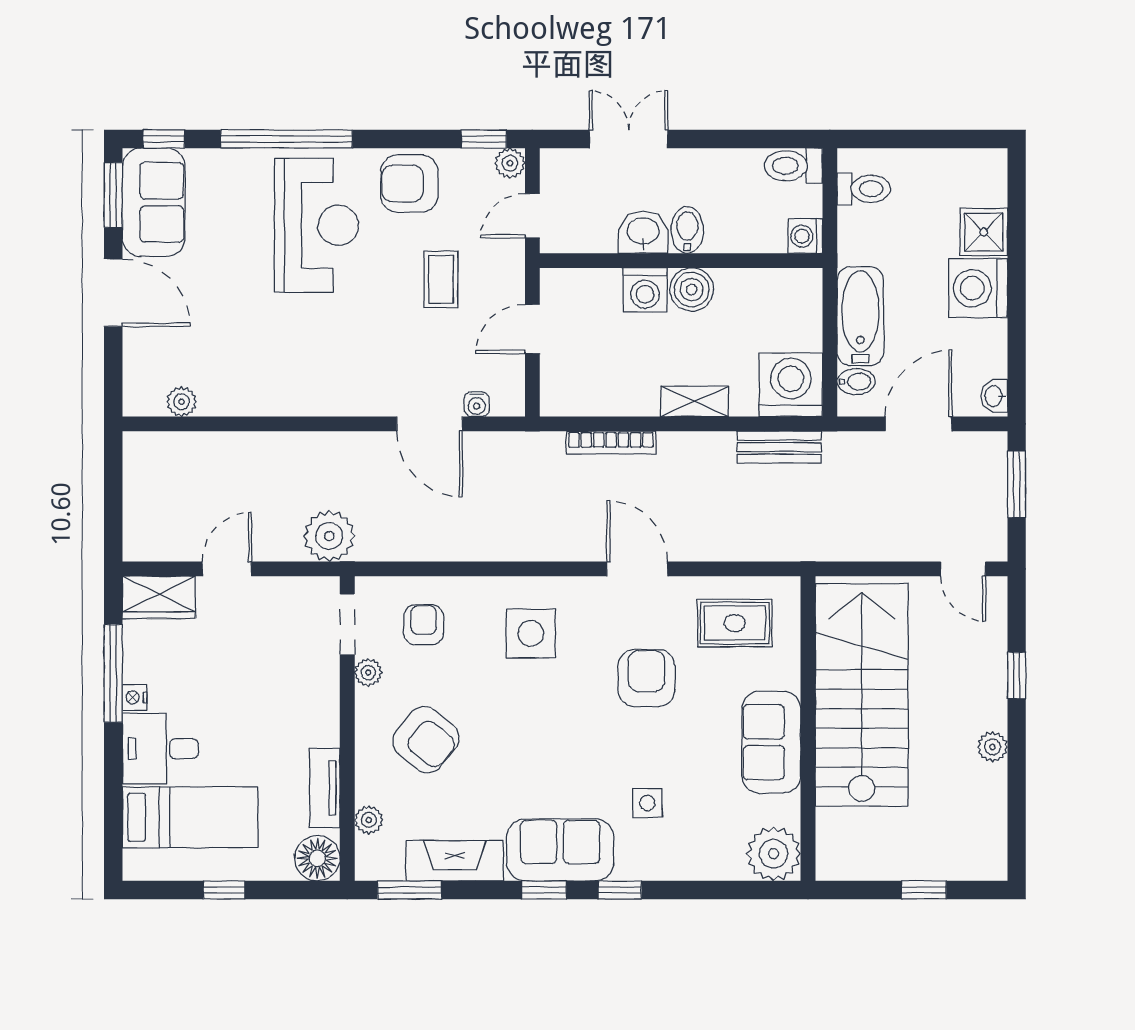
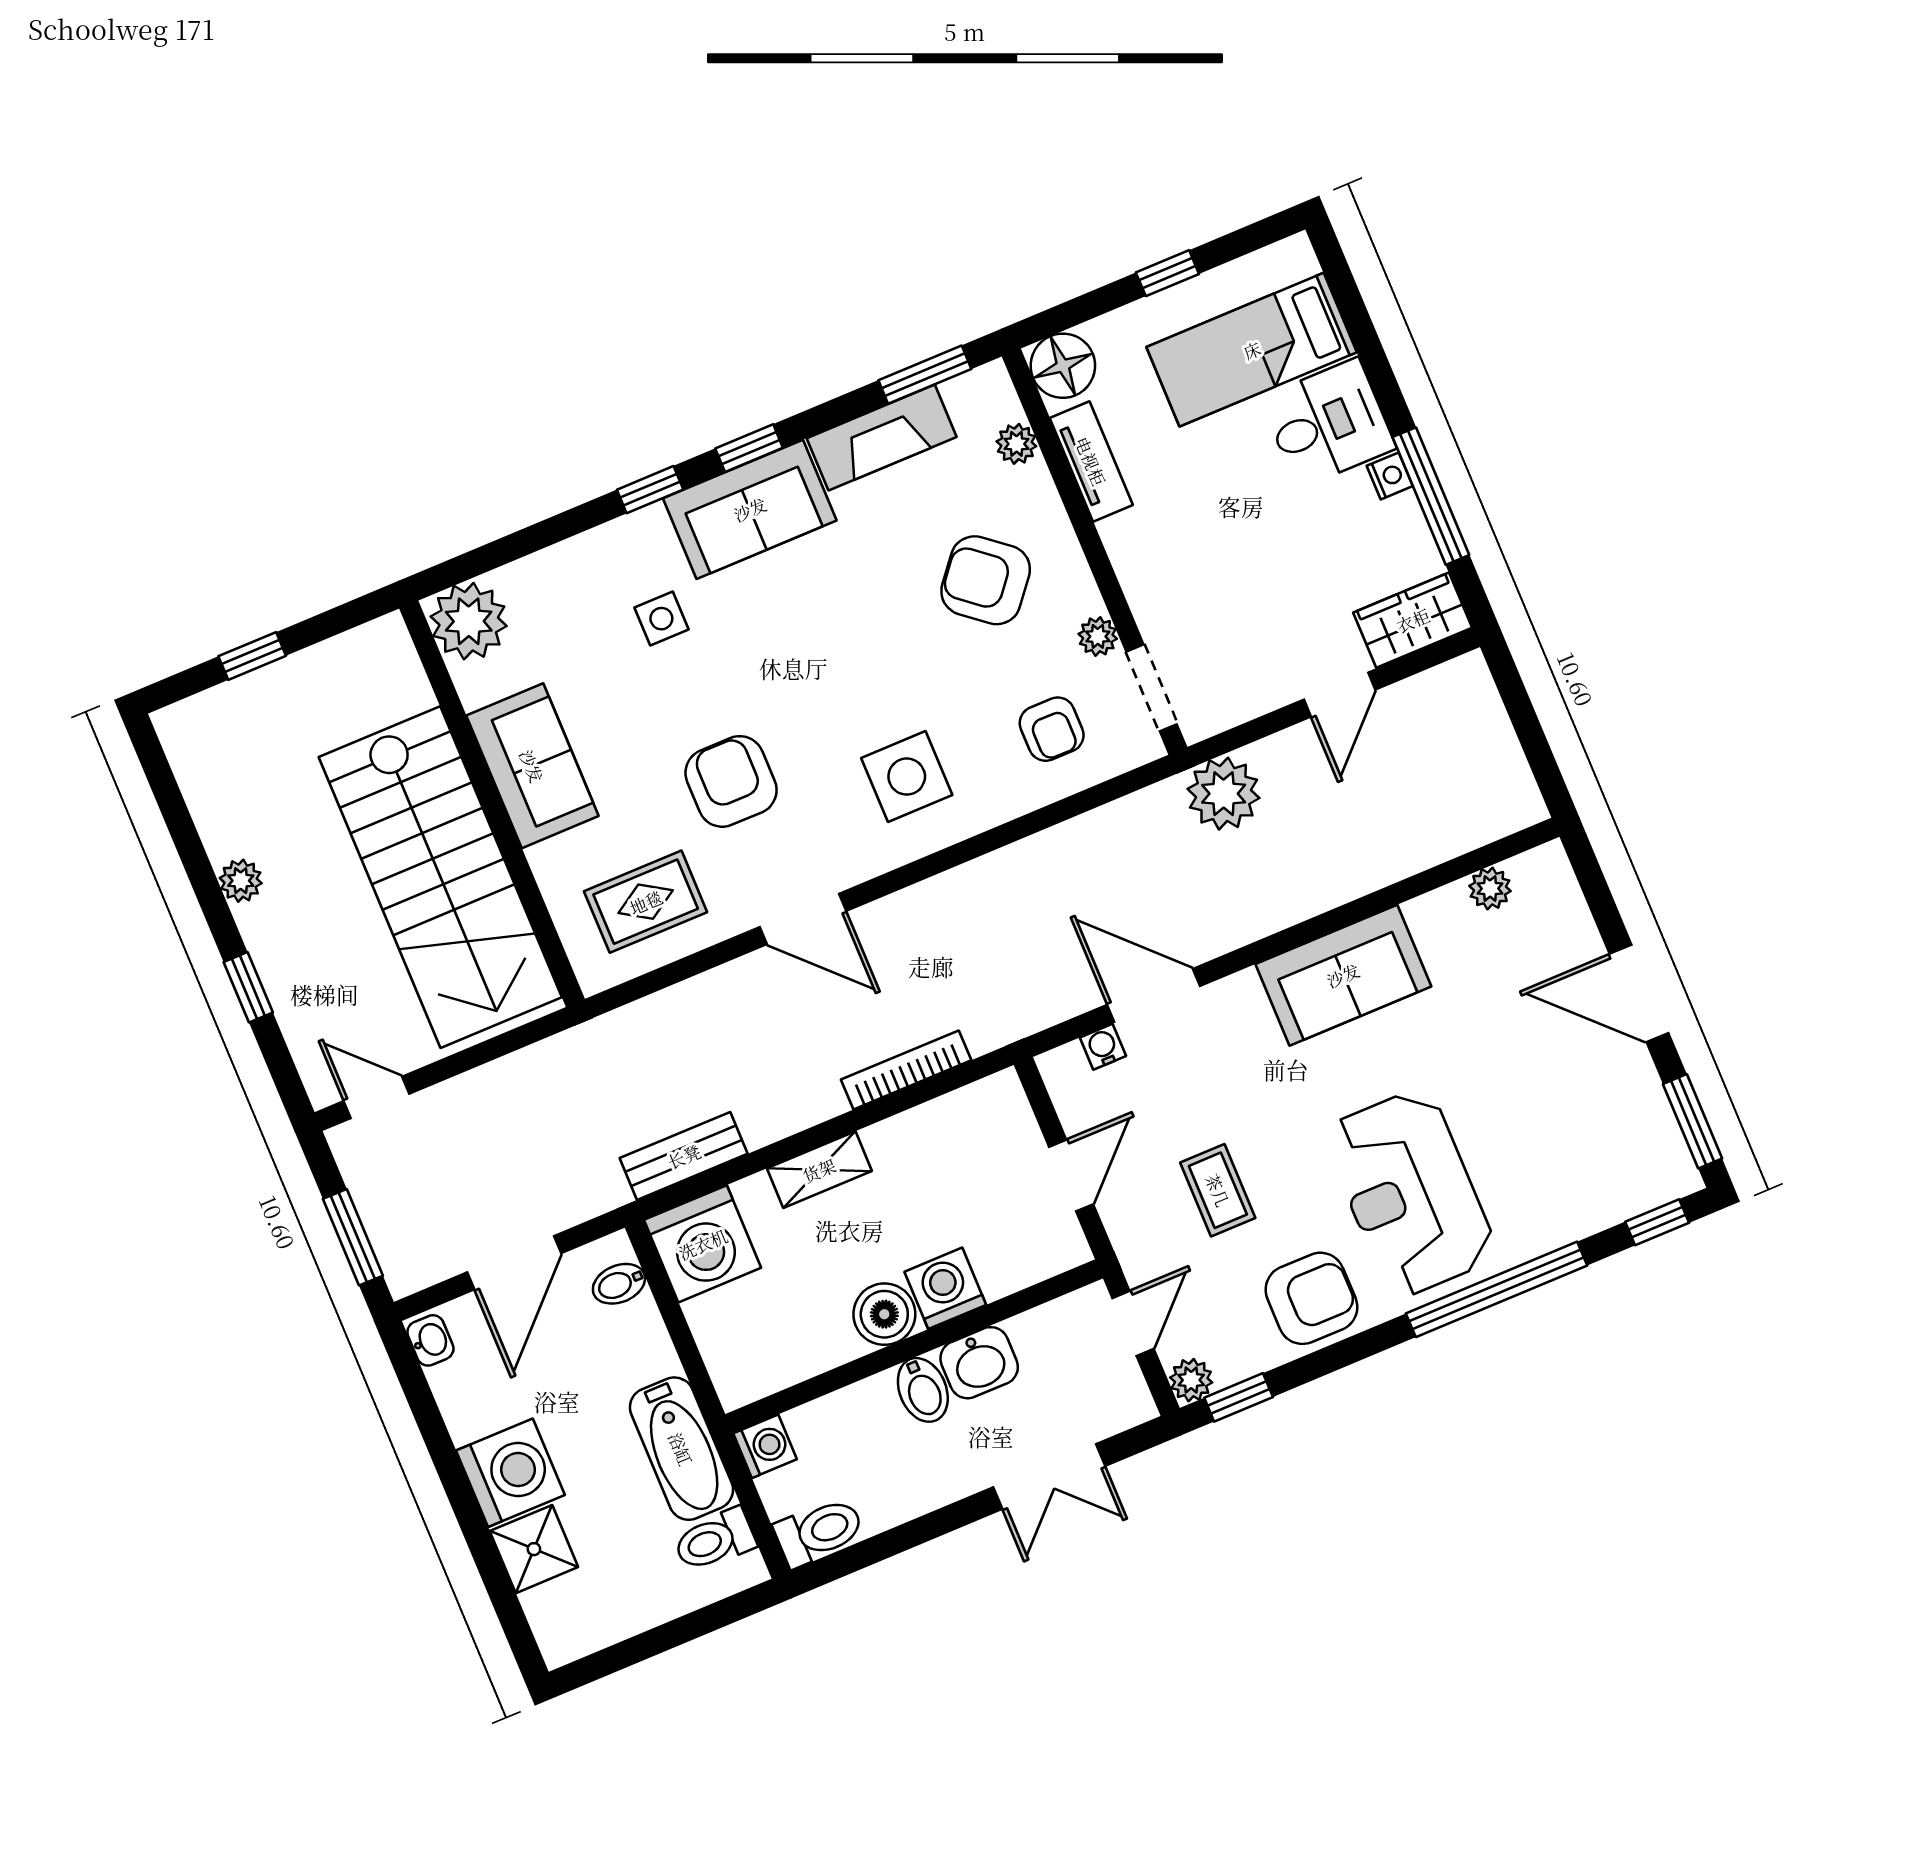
sofa: (154, 202) -> (1343, 975), moved, turned -90
bathtub: (860, 316) -> (681, 1449), moved
armchair: (646, 678) -> (731, 781), turned 180

